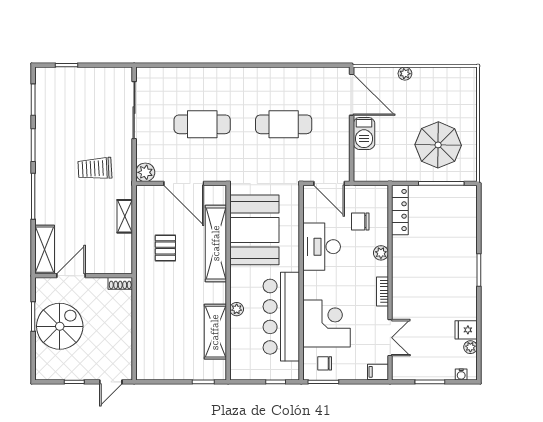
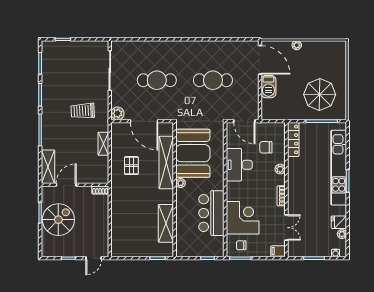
kitchen unit: (466, 251) -> (339, 168), added
plant: (237, 309) -> (181, 183), moved
bar counter: (281, 317) -> (211, 213), width x0.73

